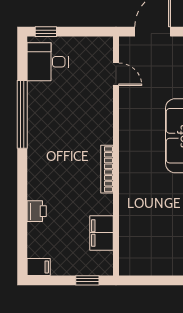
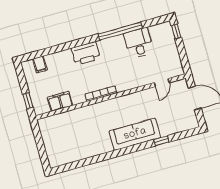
desk: (48, 62) -> (139, 43), moved
printer: (37, 211) -> (86, 54), moved, width x1.87, depth x1.48
filing cabinet: (39, 267) -> (40, 65), moved

